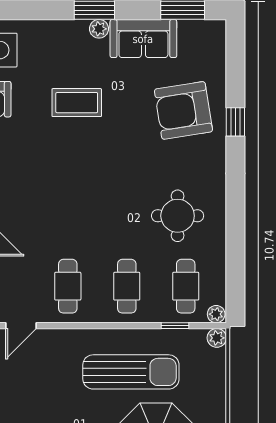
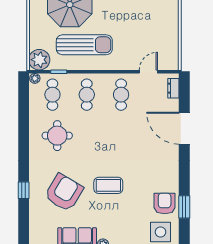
coffee table: (77, 103) -> (108, 185), moved
armchair: (183, 110) -> (64, 193), moved, turned -50
plant: (217, 338) -> (39, 60), width x1.88, depth x1.88
sun lounger: (131, 372) -> (84, 45), turned 180

